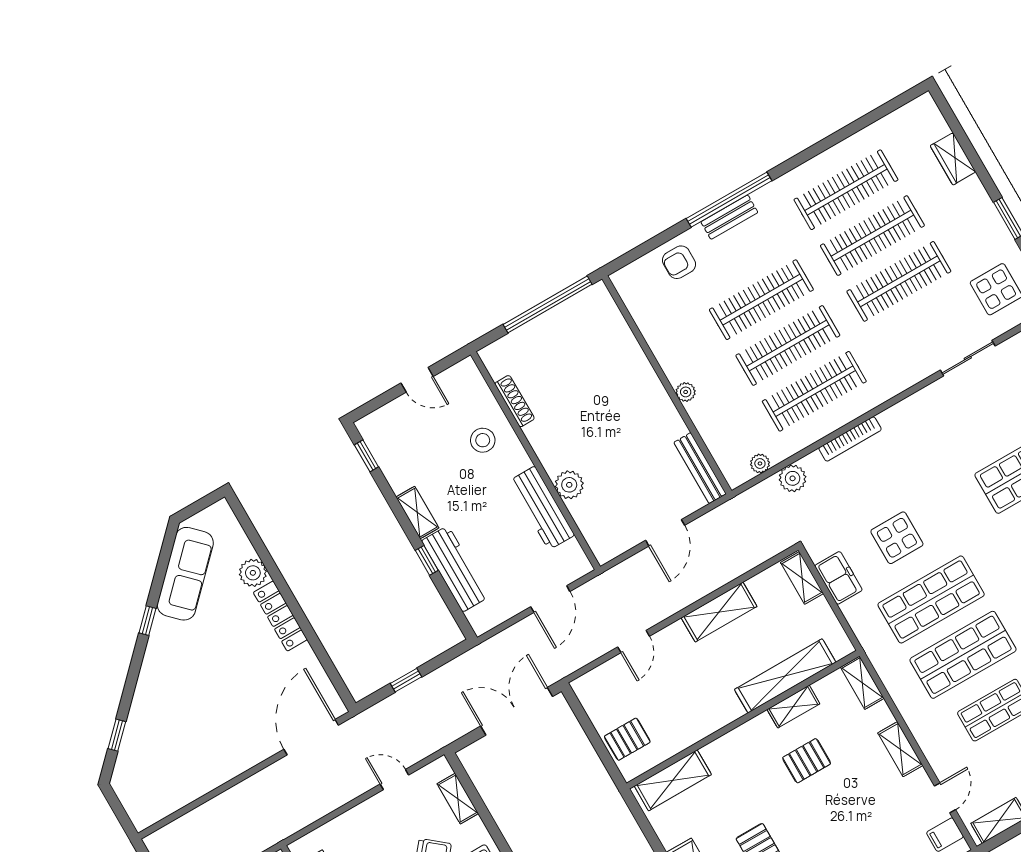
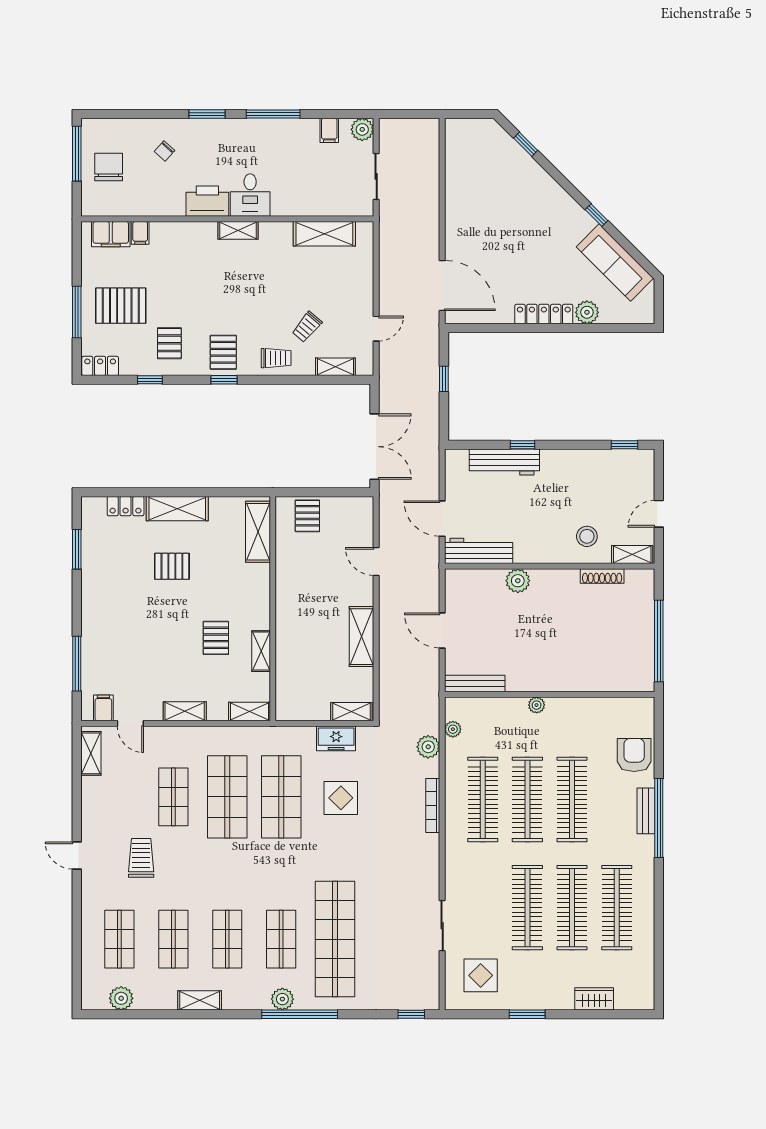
armchair: (679, 262) -> (634, 755), width x1.38, depth x1.38
workbench: (542, 508) -> (479, 551), moved
shelving: (417, 513) -> (632, 555), moved
shelving: (785, 676) -> (287, 658), removed

